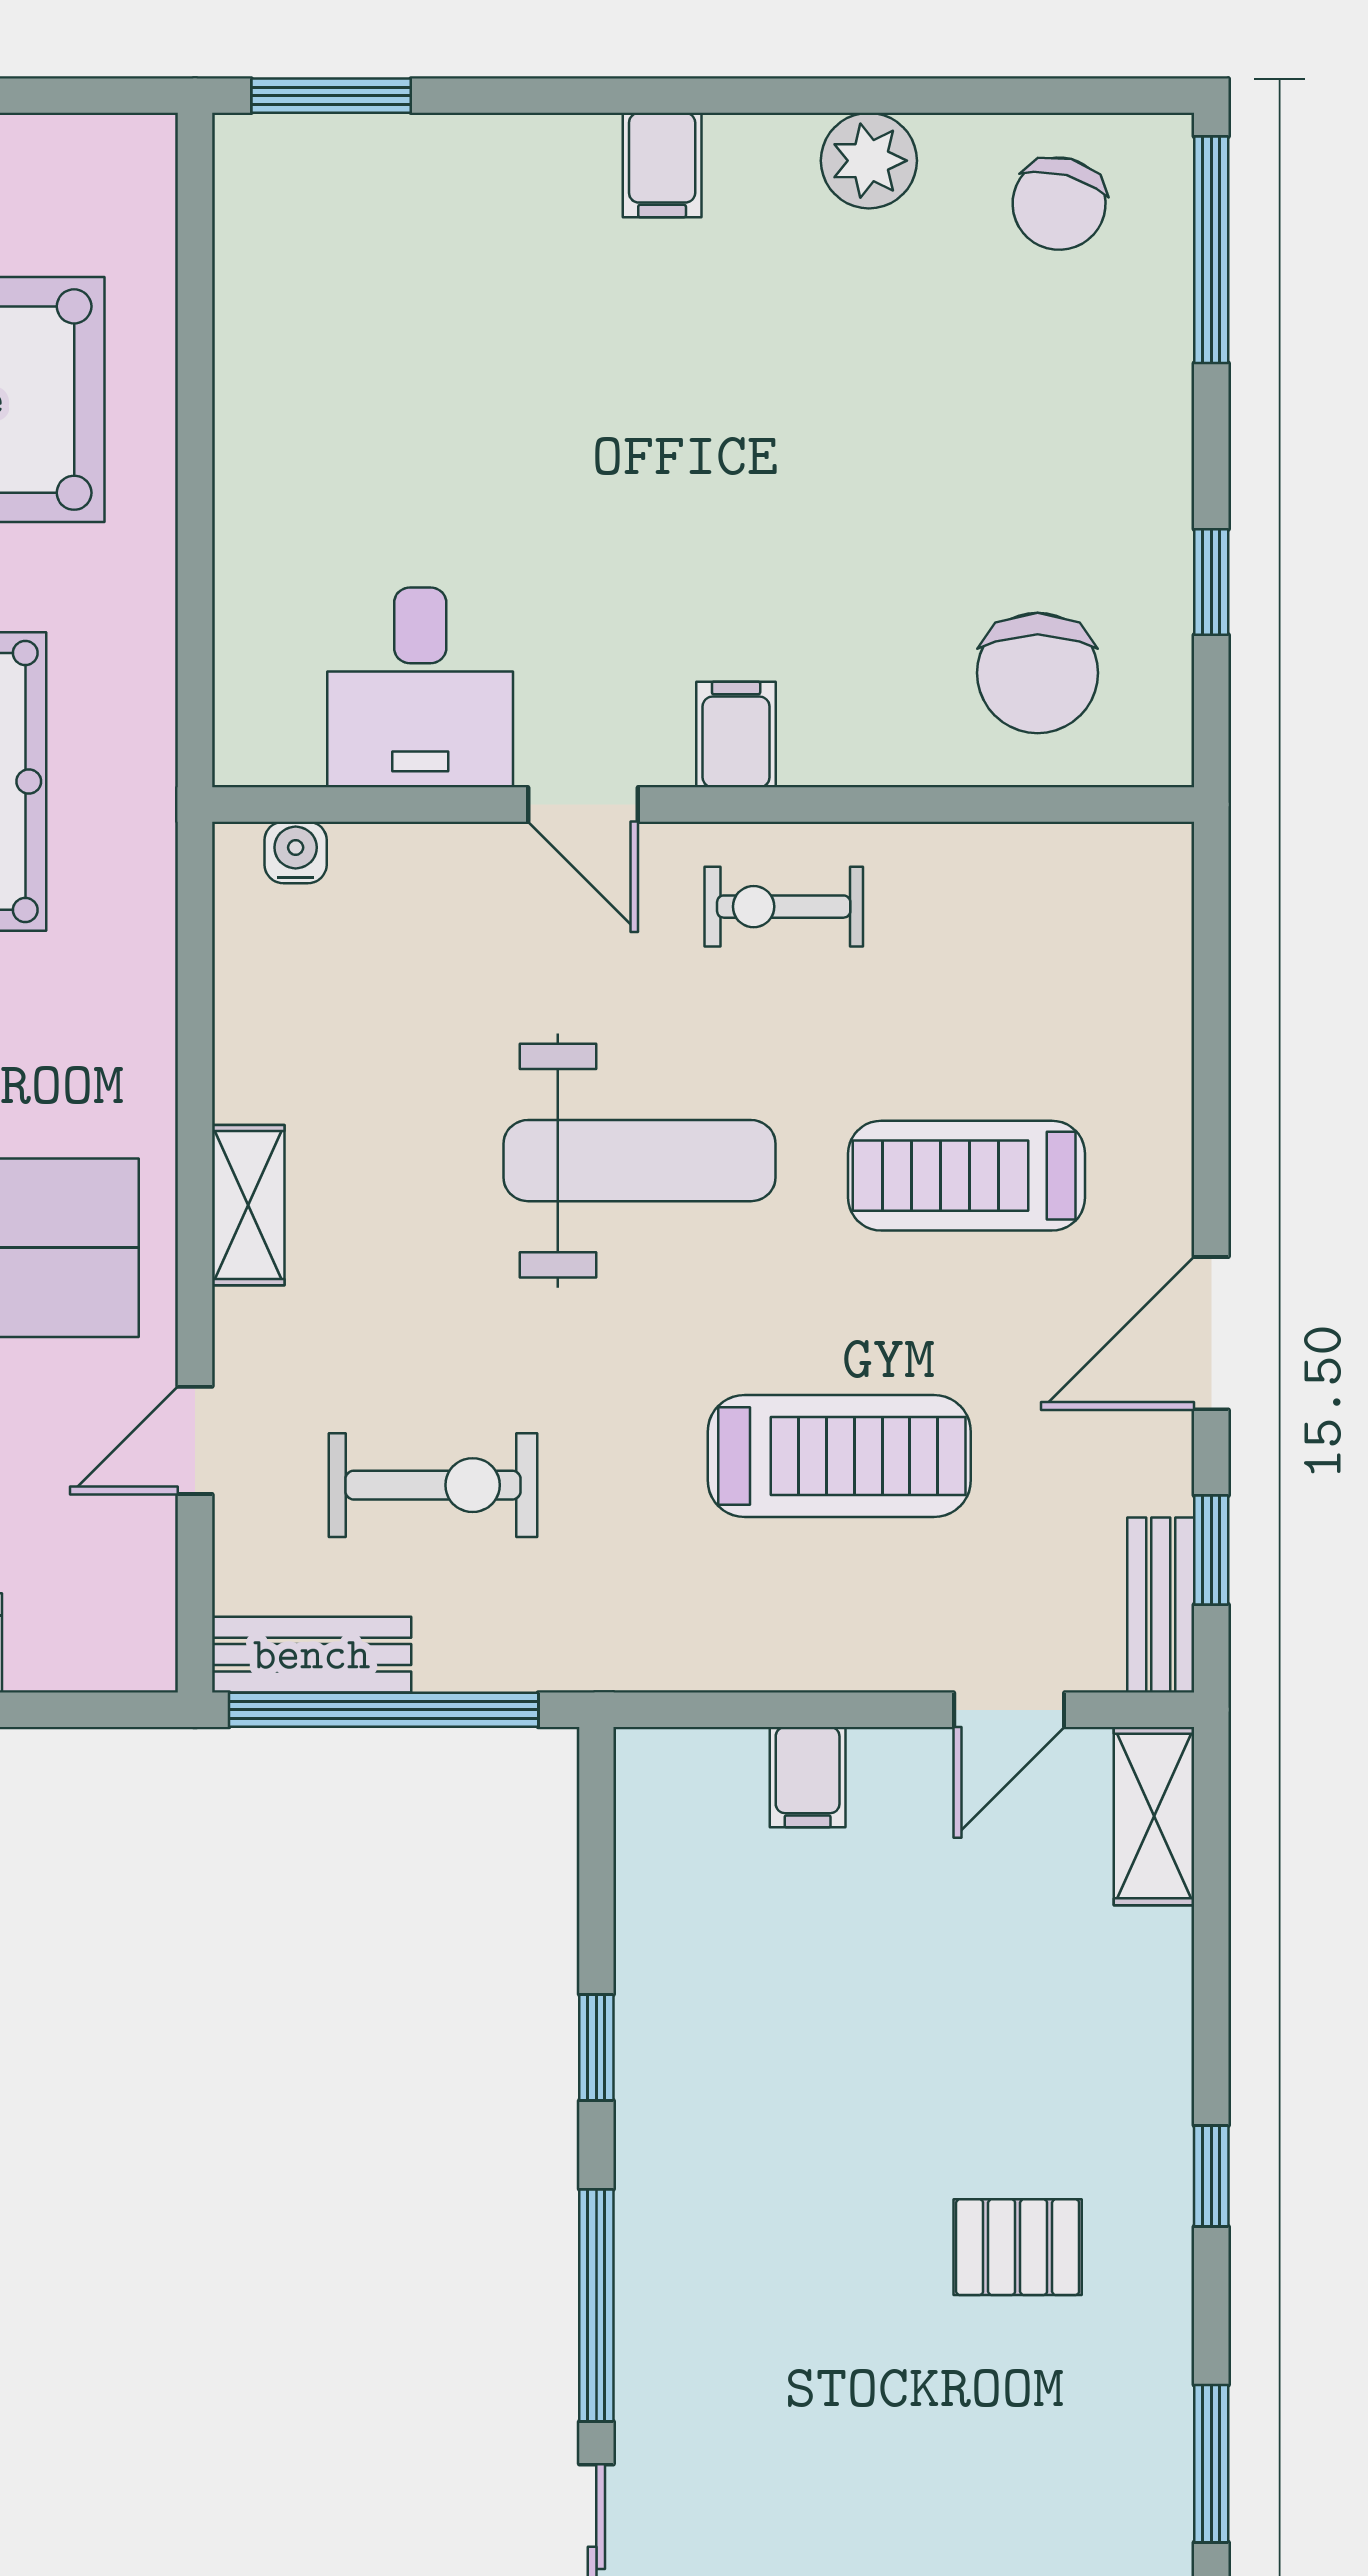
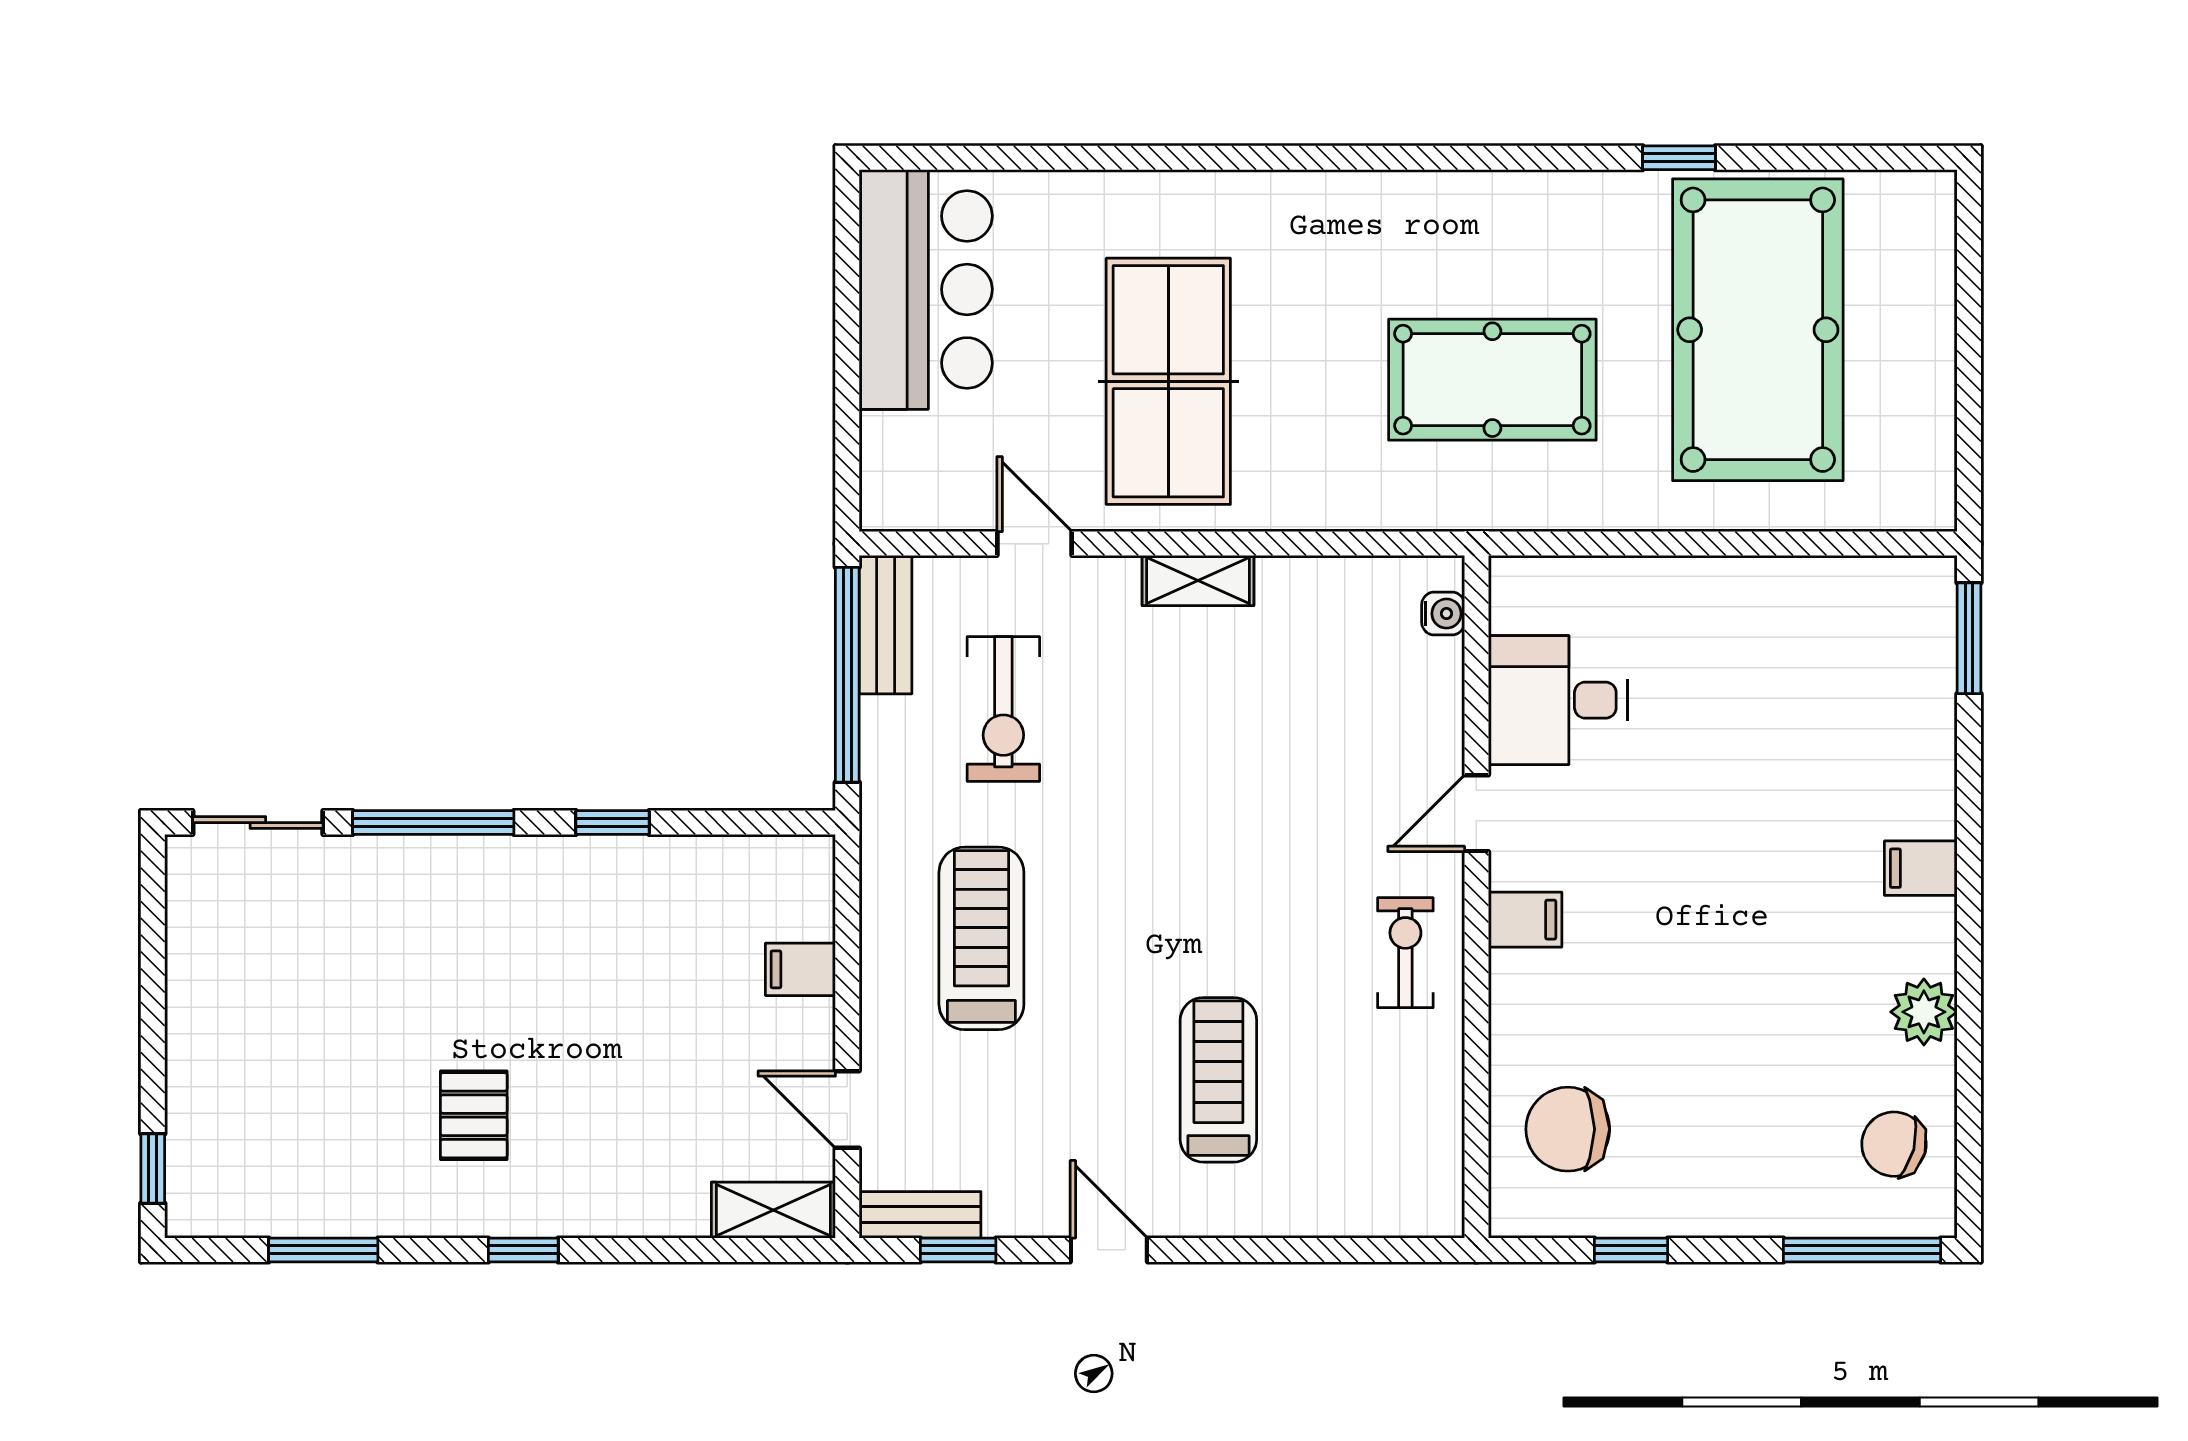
weight bench: (640, 1161) -> (1229, 853), removed
door: (1211, 1333) -> (1109, 1250), width x0.73
treadmill: (839, 1456) -> (981, 938), moved, turned 180

